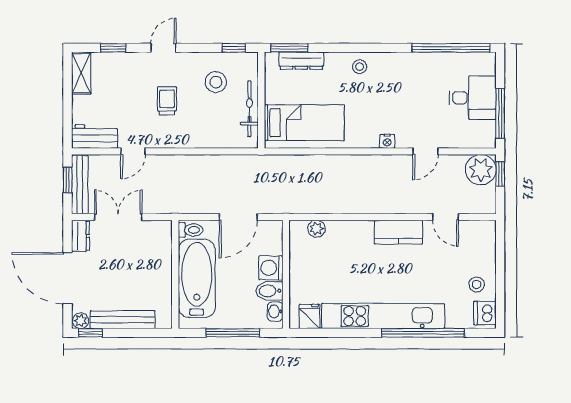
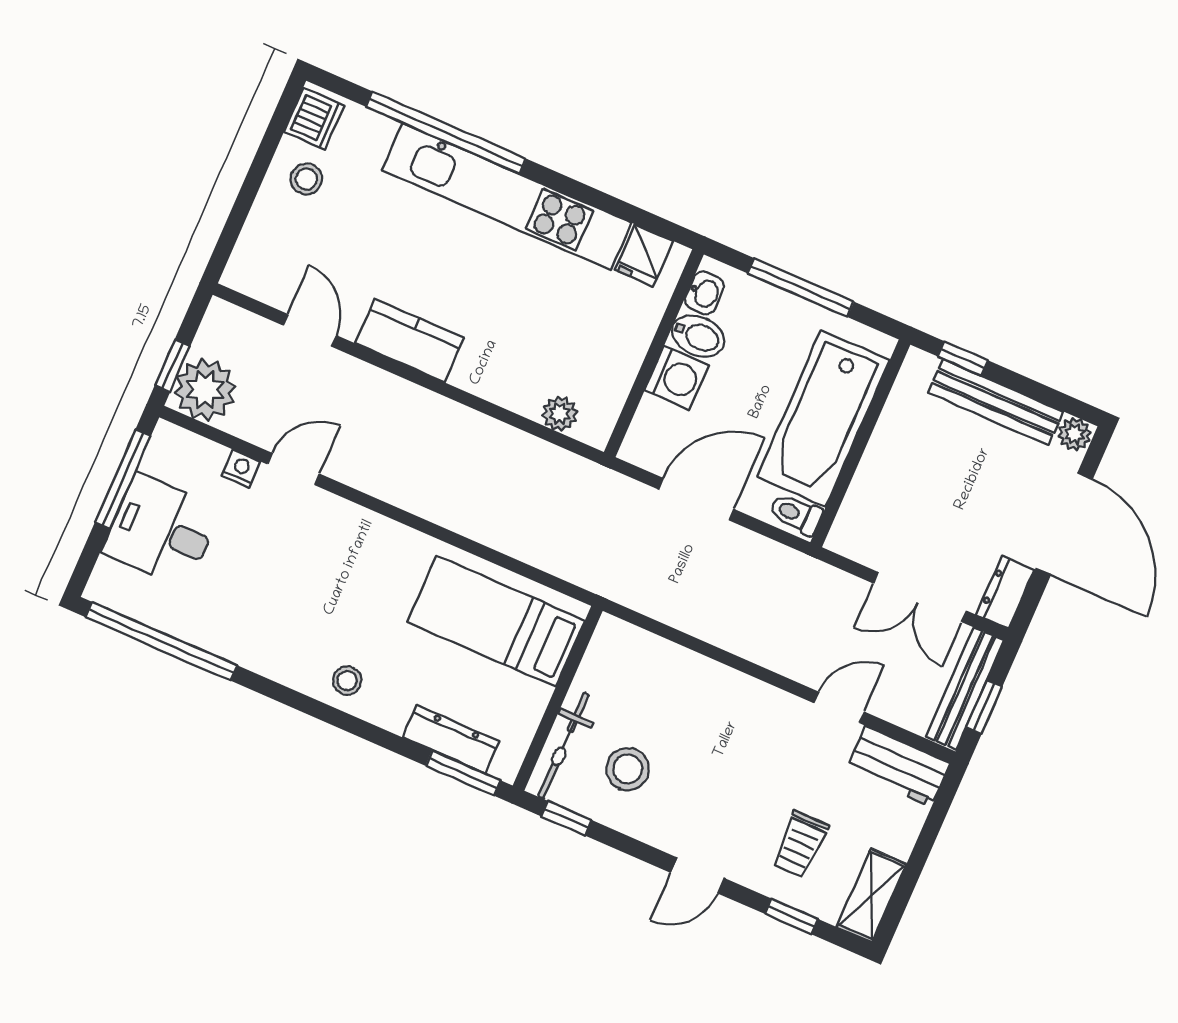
trolley: (167, 101) -> (800, 845), moved
bicycle: (249, 109) -> (564, 746), moved
nightstand: (387, 141) -> (241, 468), moved
window: (90, 333) -> (963, 358), moved

